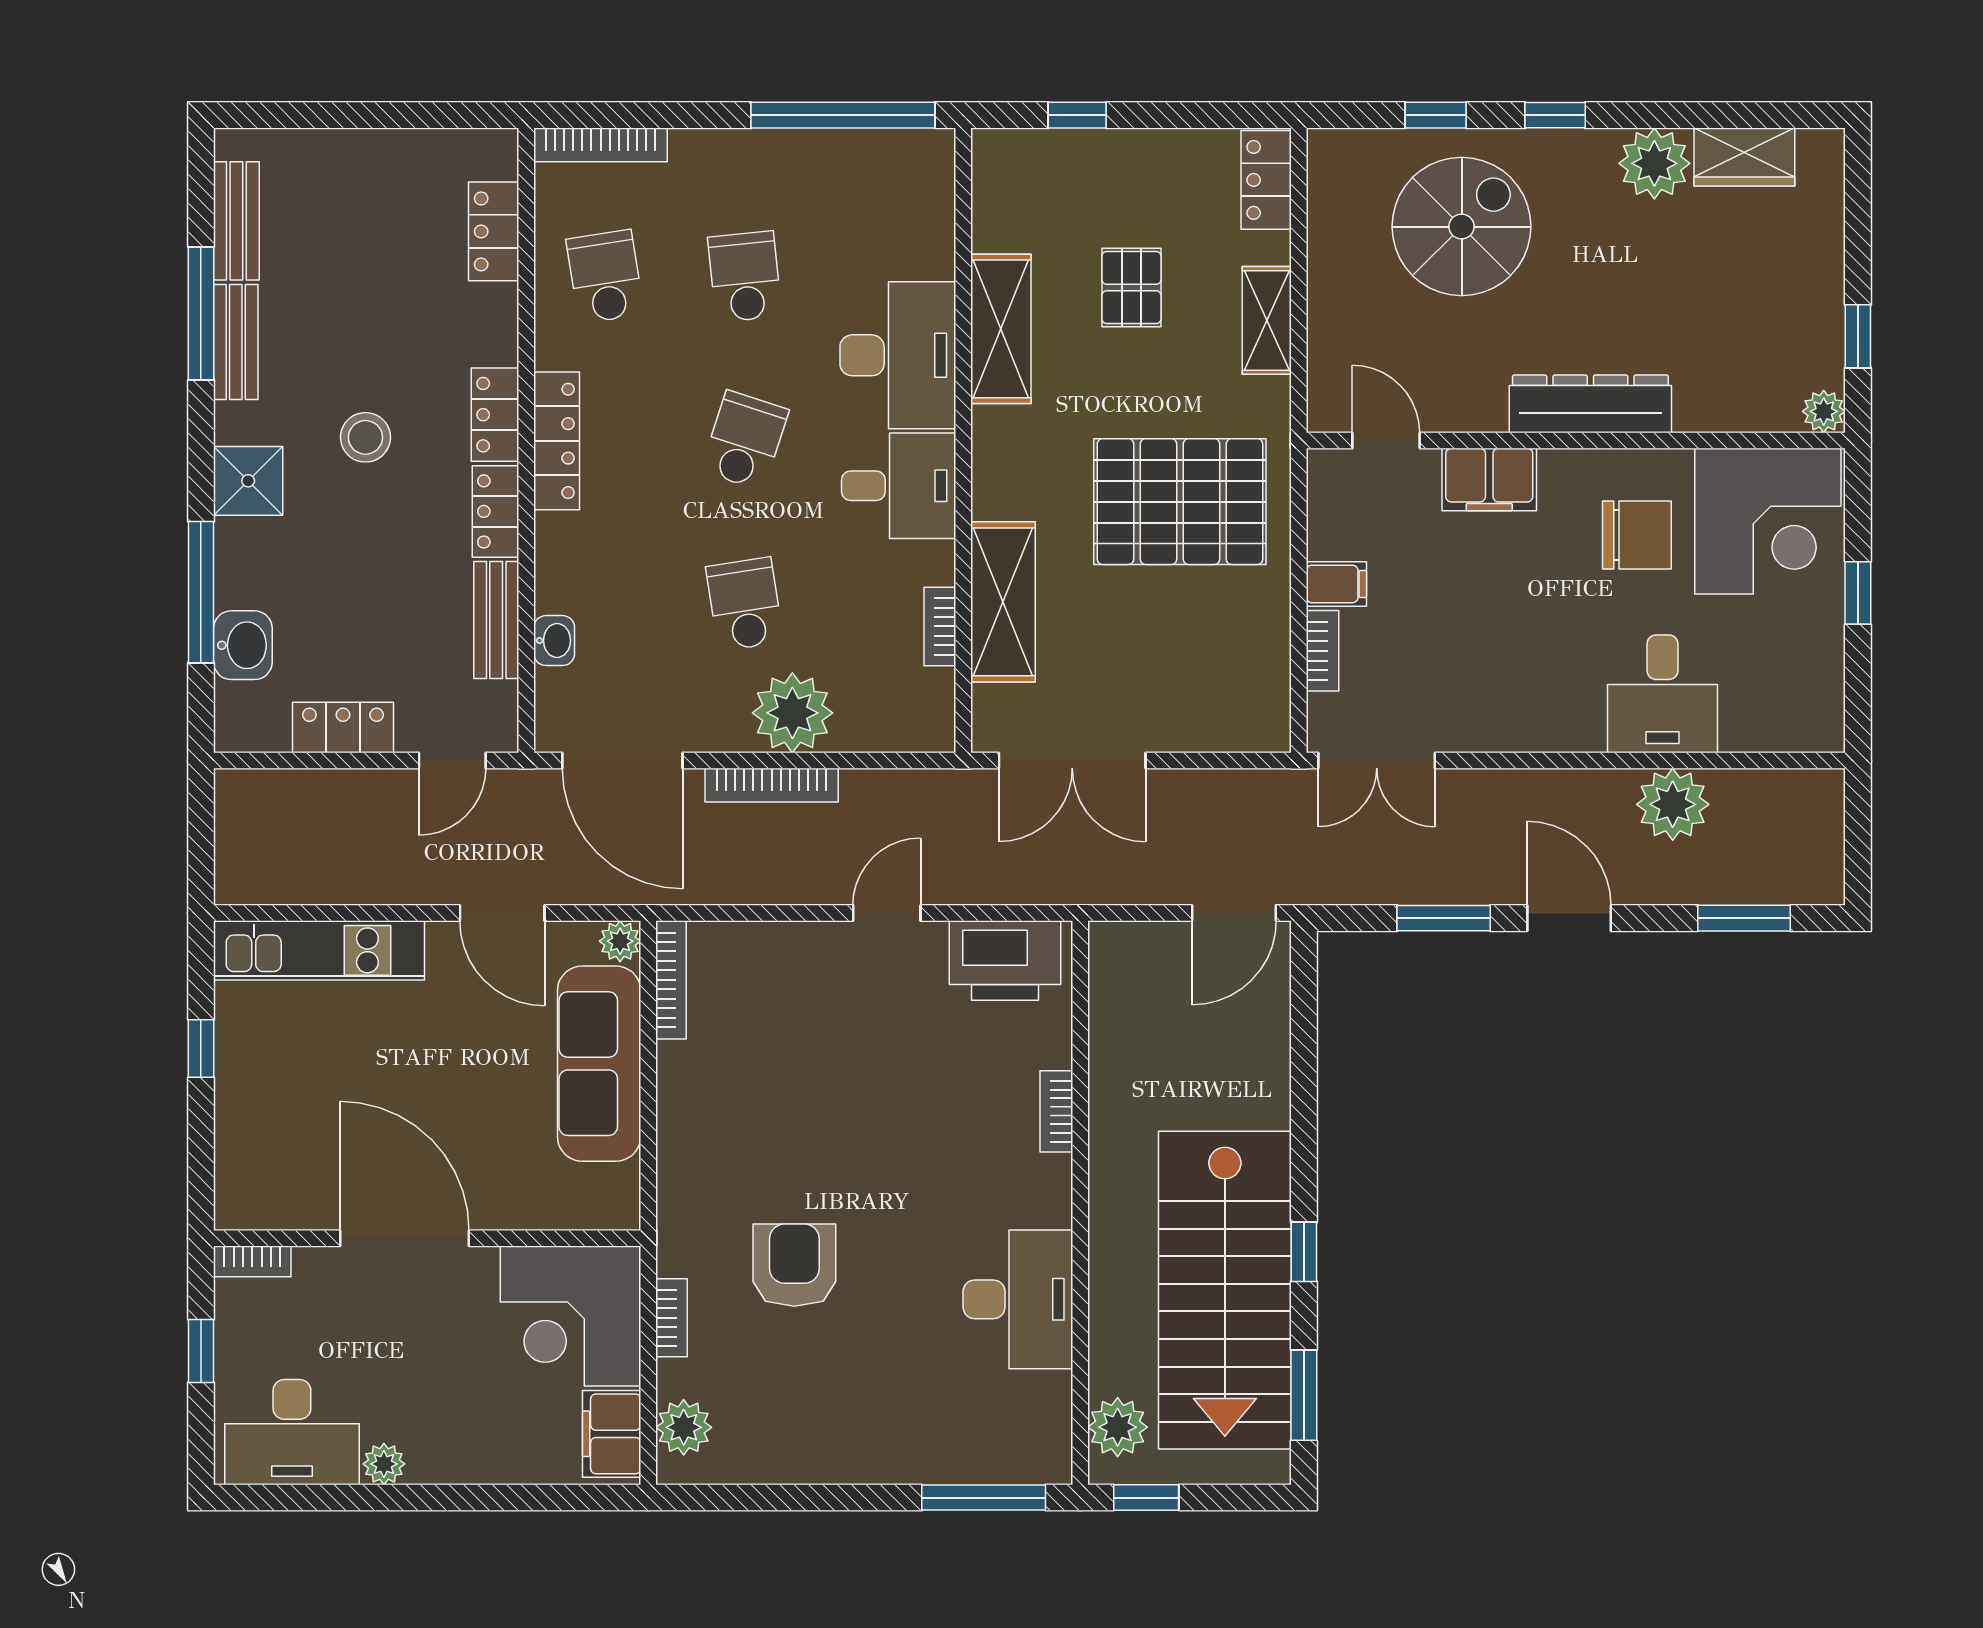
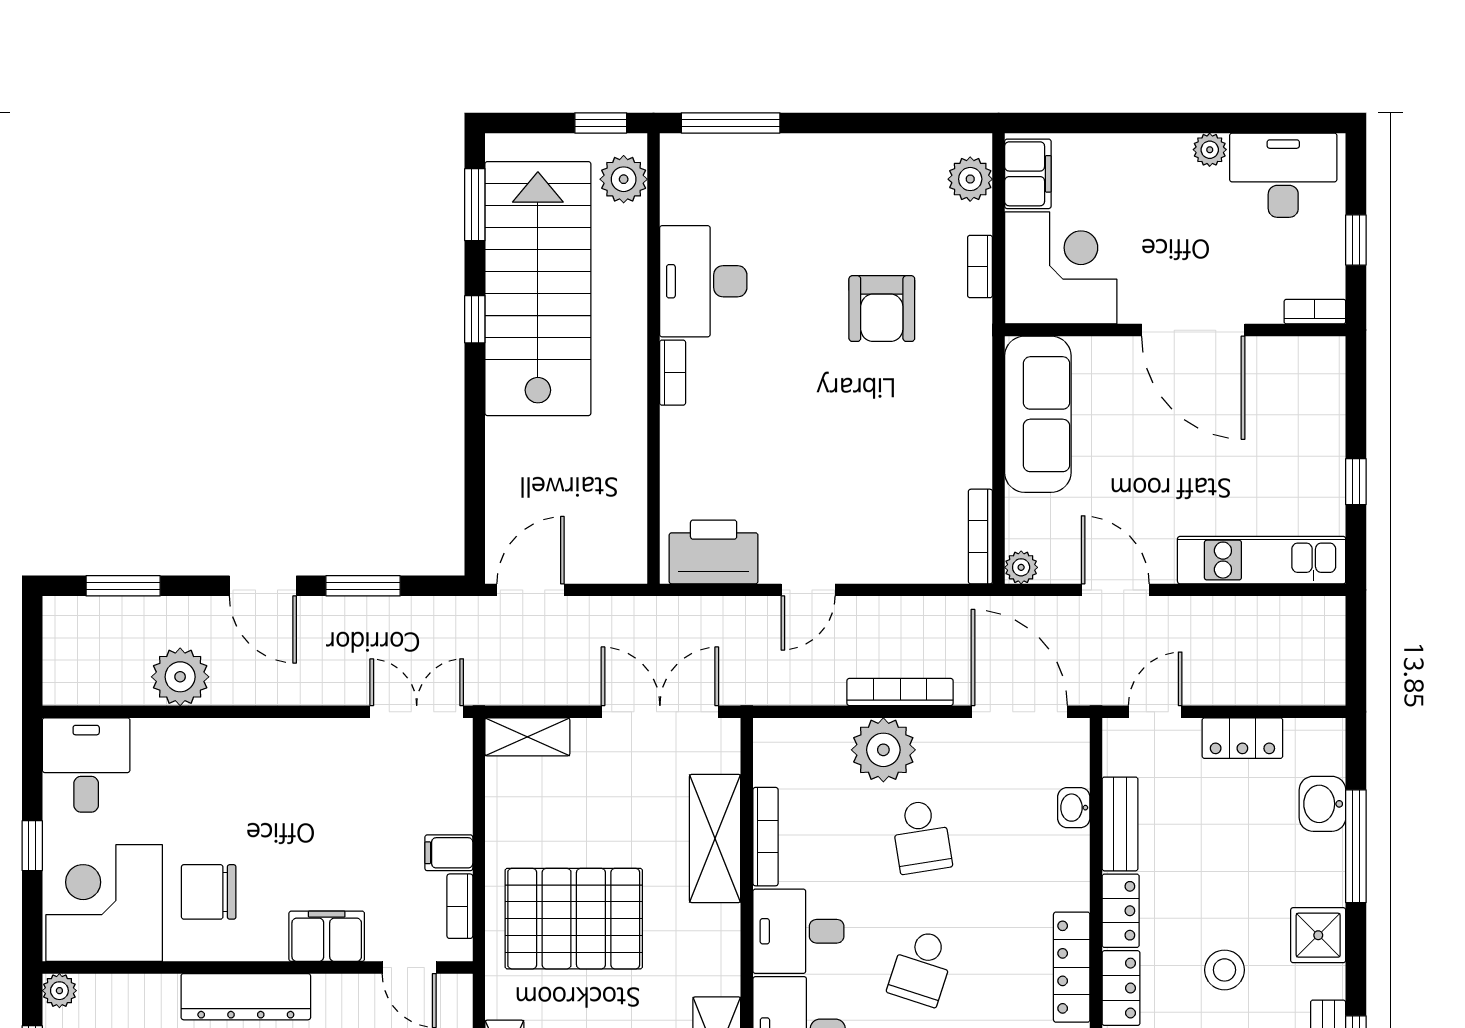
bookcase: (940, 626) -> (766, 837), width x1.56
bookcase: (1323, 651) -> (460, 906), moved
desk: (1663, 694) -> (86, 765), moved
shelving: (1238, 729) -> (527, 737), added
sofa: (599, 1064) -> (1038, 414), moved
bookcase: (1056, 1111) -> (673, 373), moved

